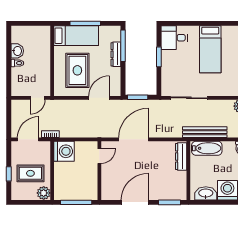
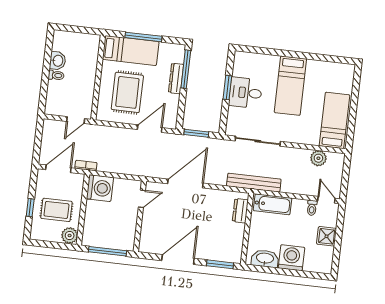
desk: (174, 38) -> (245, 93), moved
bench: (205, 132) -> (254, 183), moved
dresser: (181, 156) -> (240, 211), width x0.70

